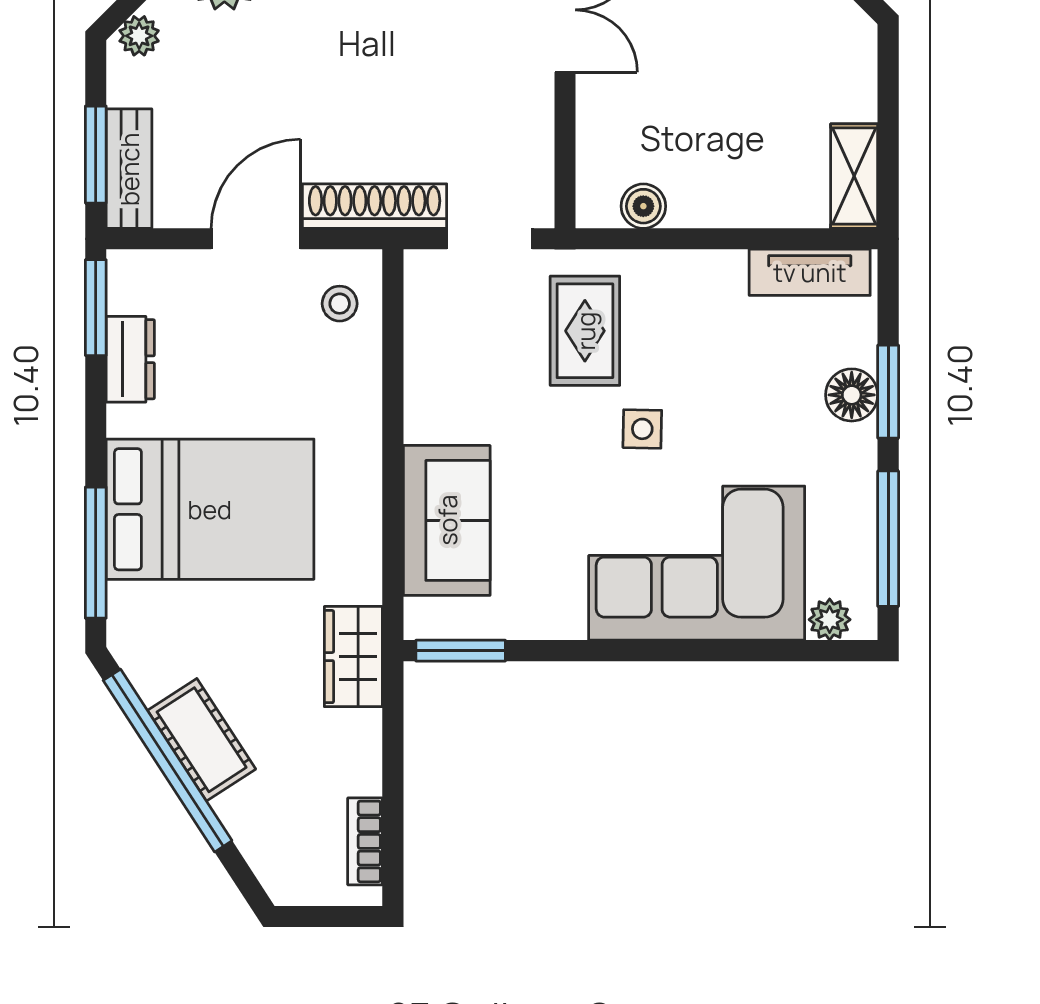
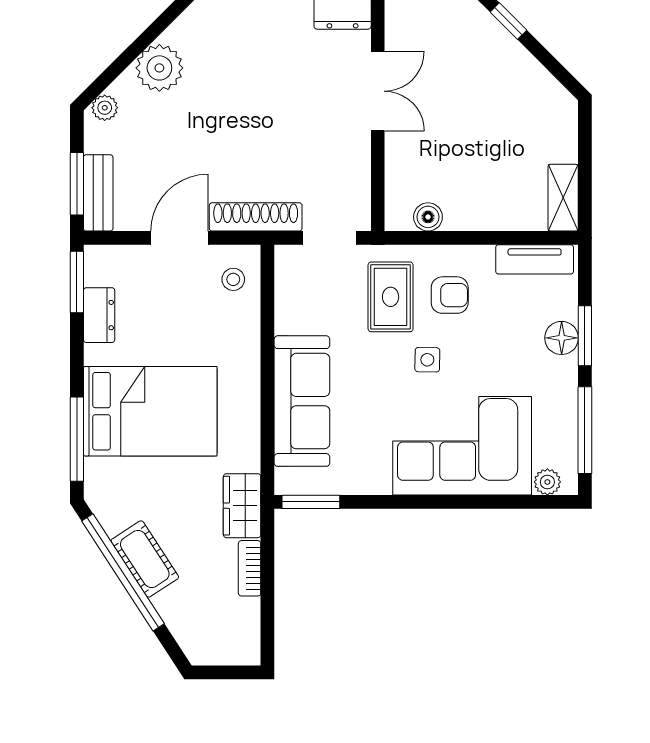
armchair: (677, 328) -> (450, 295), added
sofa: (447, 520) -> (302, 401), width x1.36
bookcase: (365, 841) -> (250, 568), moved

